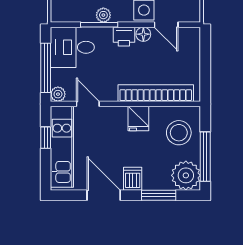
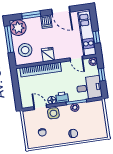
window: (46, 68) -> (102, 75), width x0.46

